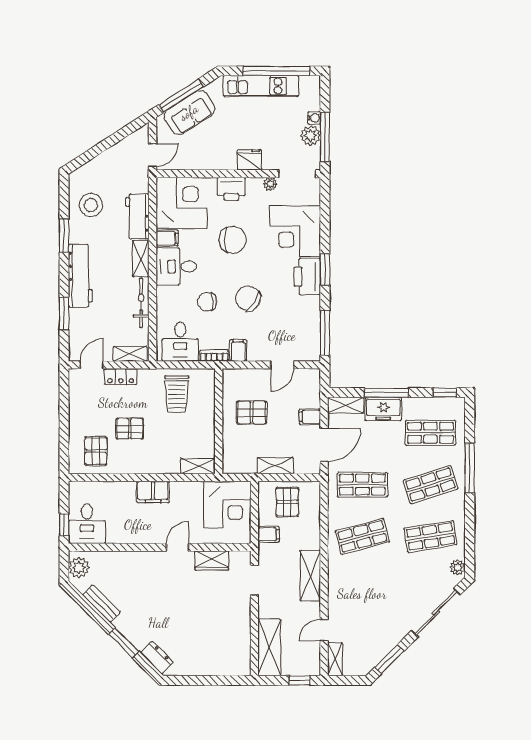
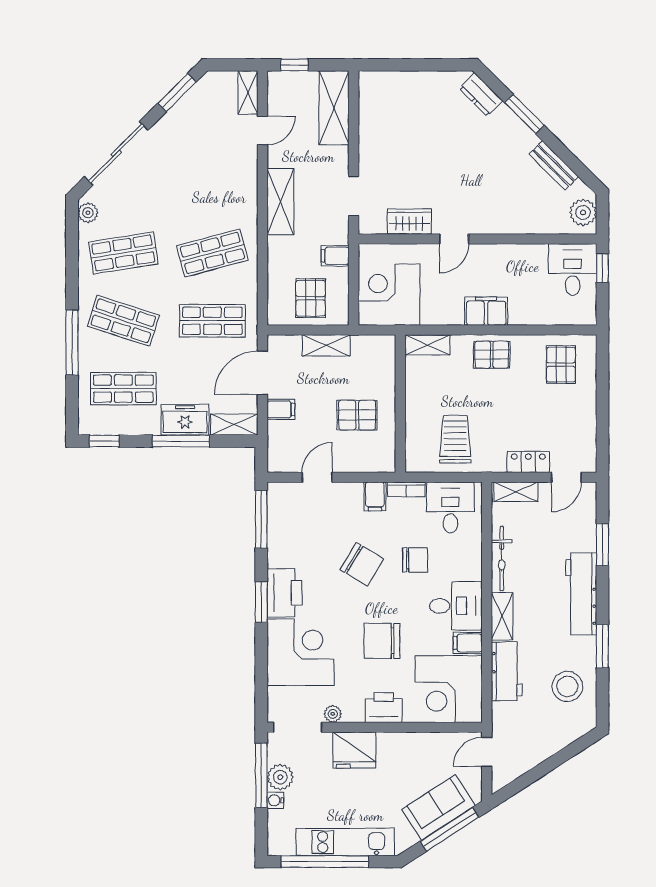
fridge: (249, 160) -> (355, 750), width x1.36, depth x1.34
pallet: (130, 429) -> (492, 355), moved
shop shelf: (430, 485) -> (123, 321), turned 36

